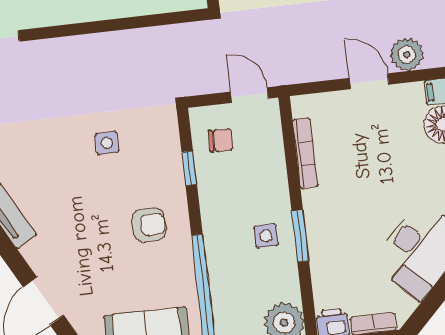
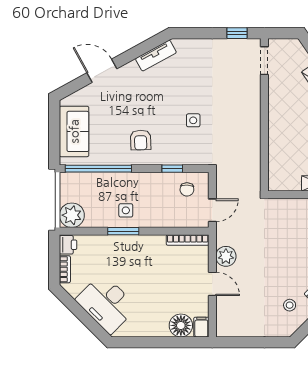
plant: (407, 55) -> (226, 256), moved
door: (369, 81) -> (212, 284), hinge flipped
bookcase: (305, 153) -> (188, 240), moved

